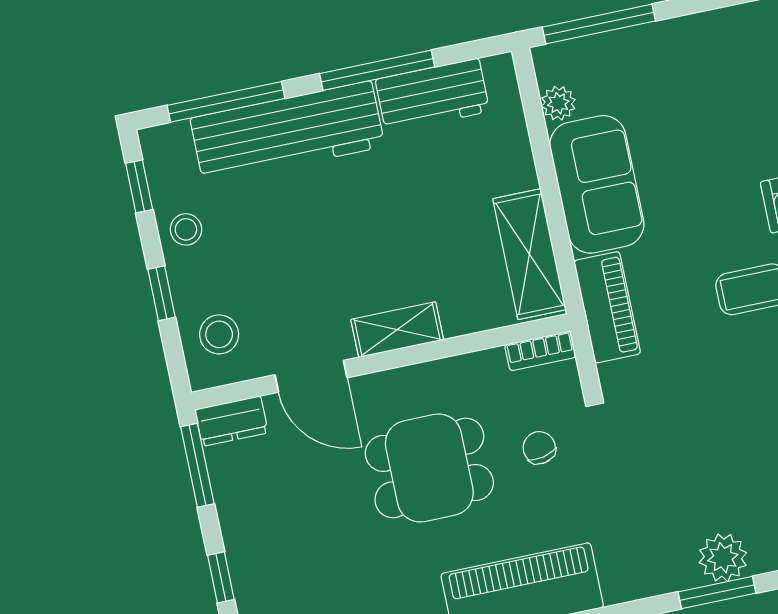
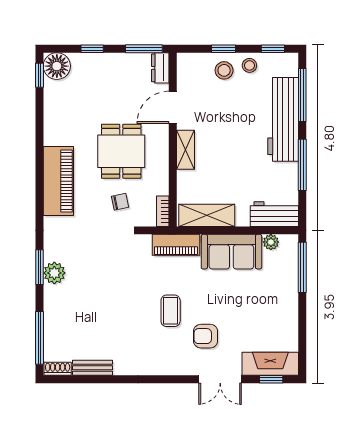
workbench: (432, 95) -> (274, 214), moved, turned 90
stool: (219, 334) -> (224, 70), moved

